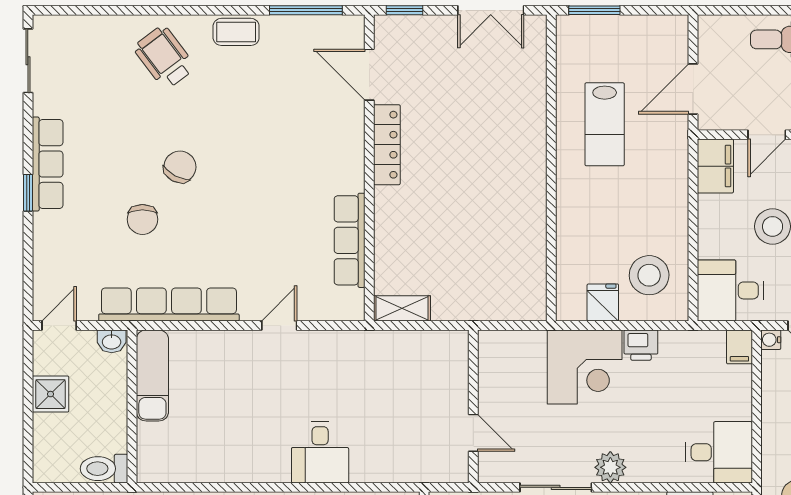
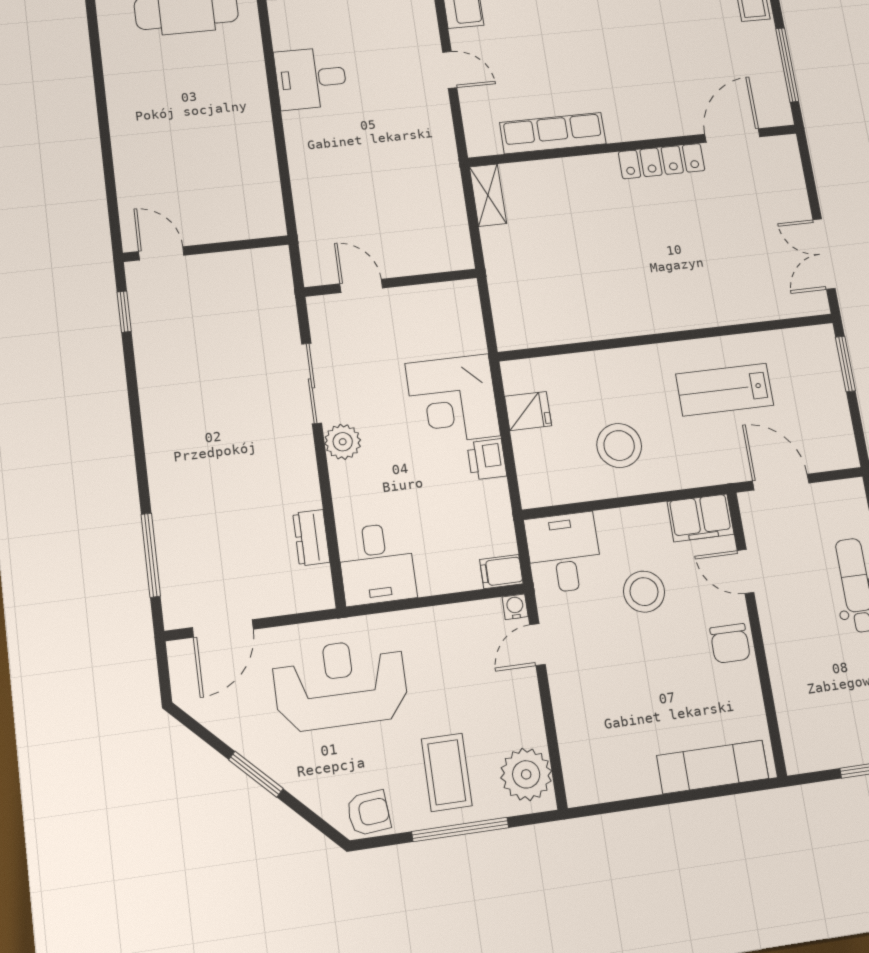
window: (404, 10) -> (807, 165), removed
stool: (649, 275) -> (619, 445), moved
door: (473, 433) -> (361, 286), swing flipped
desk: (320, 452) -> (311, 78), moved

